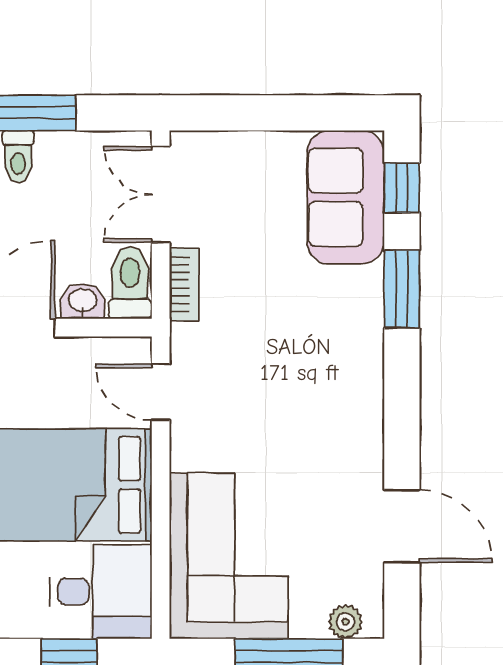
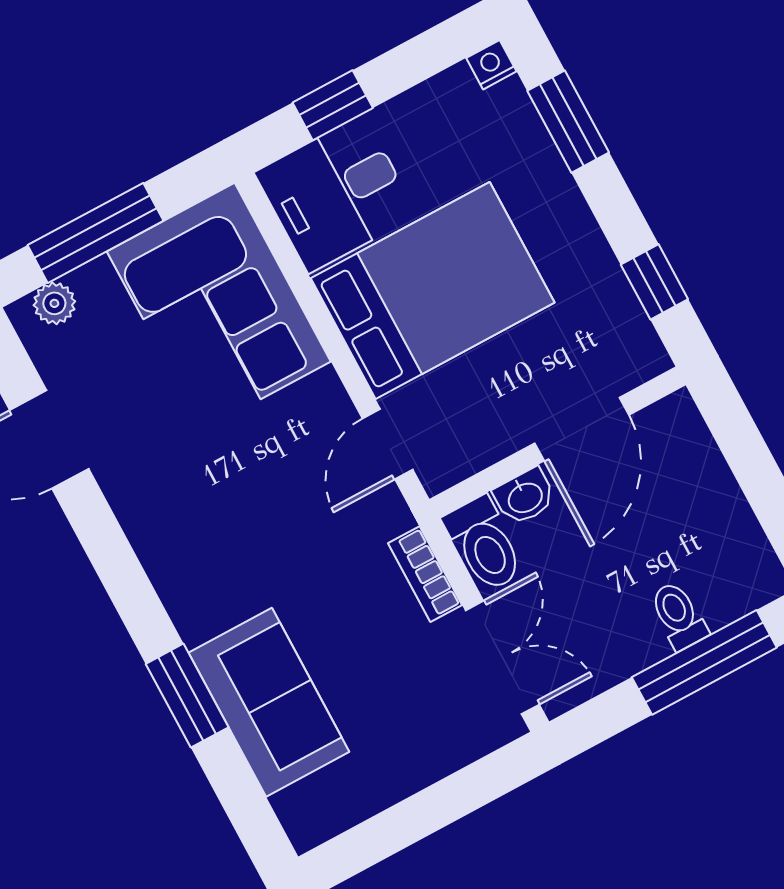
window: (402, 188) -> (246, 805), removed
sofa: (346, 197) -> (269, 702), moved
door: (161, 392) -> (388, 444), swing flipped

